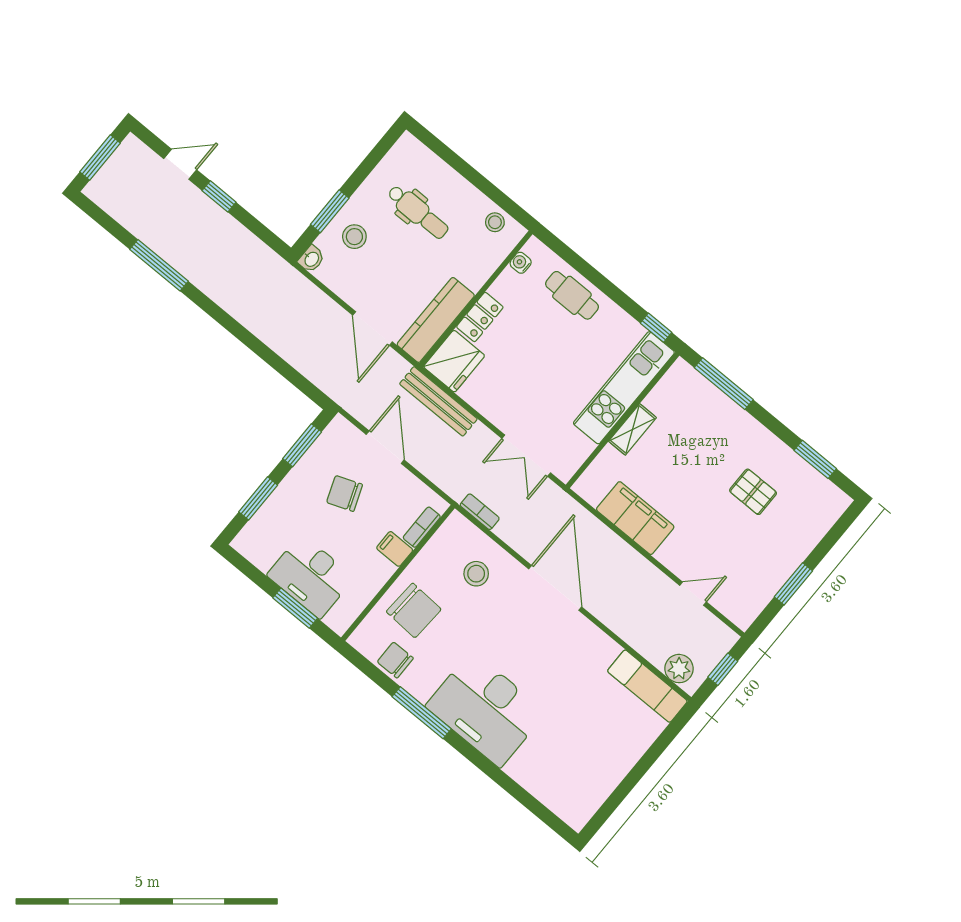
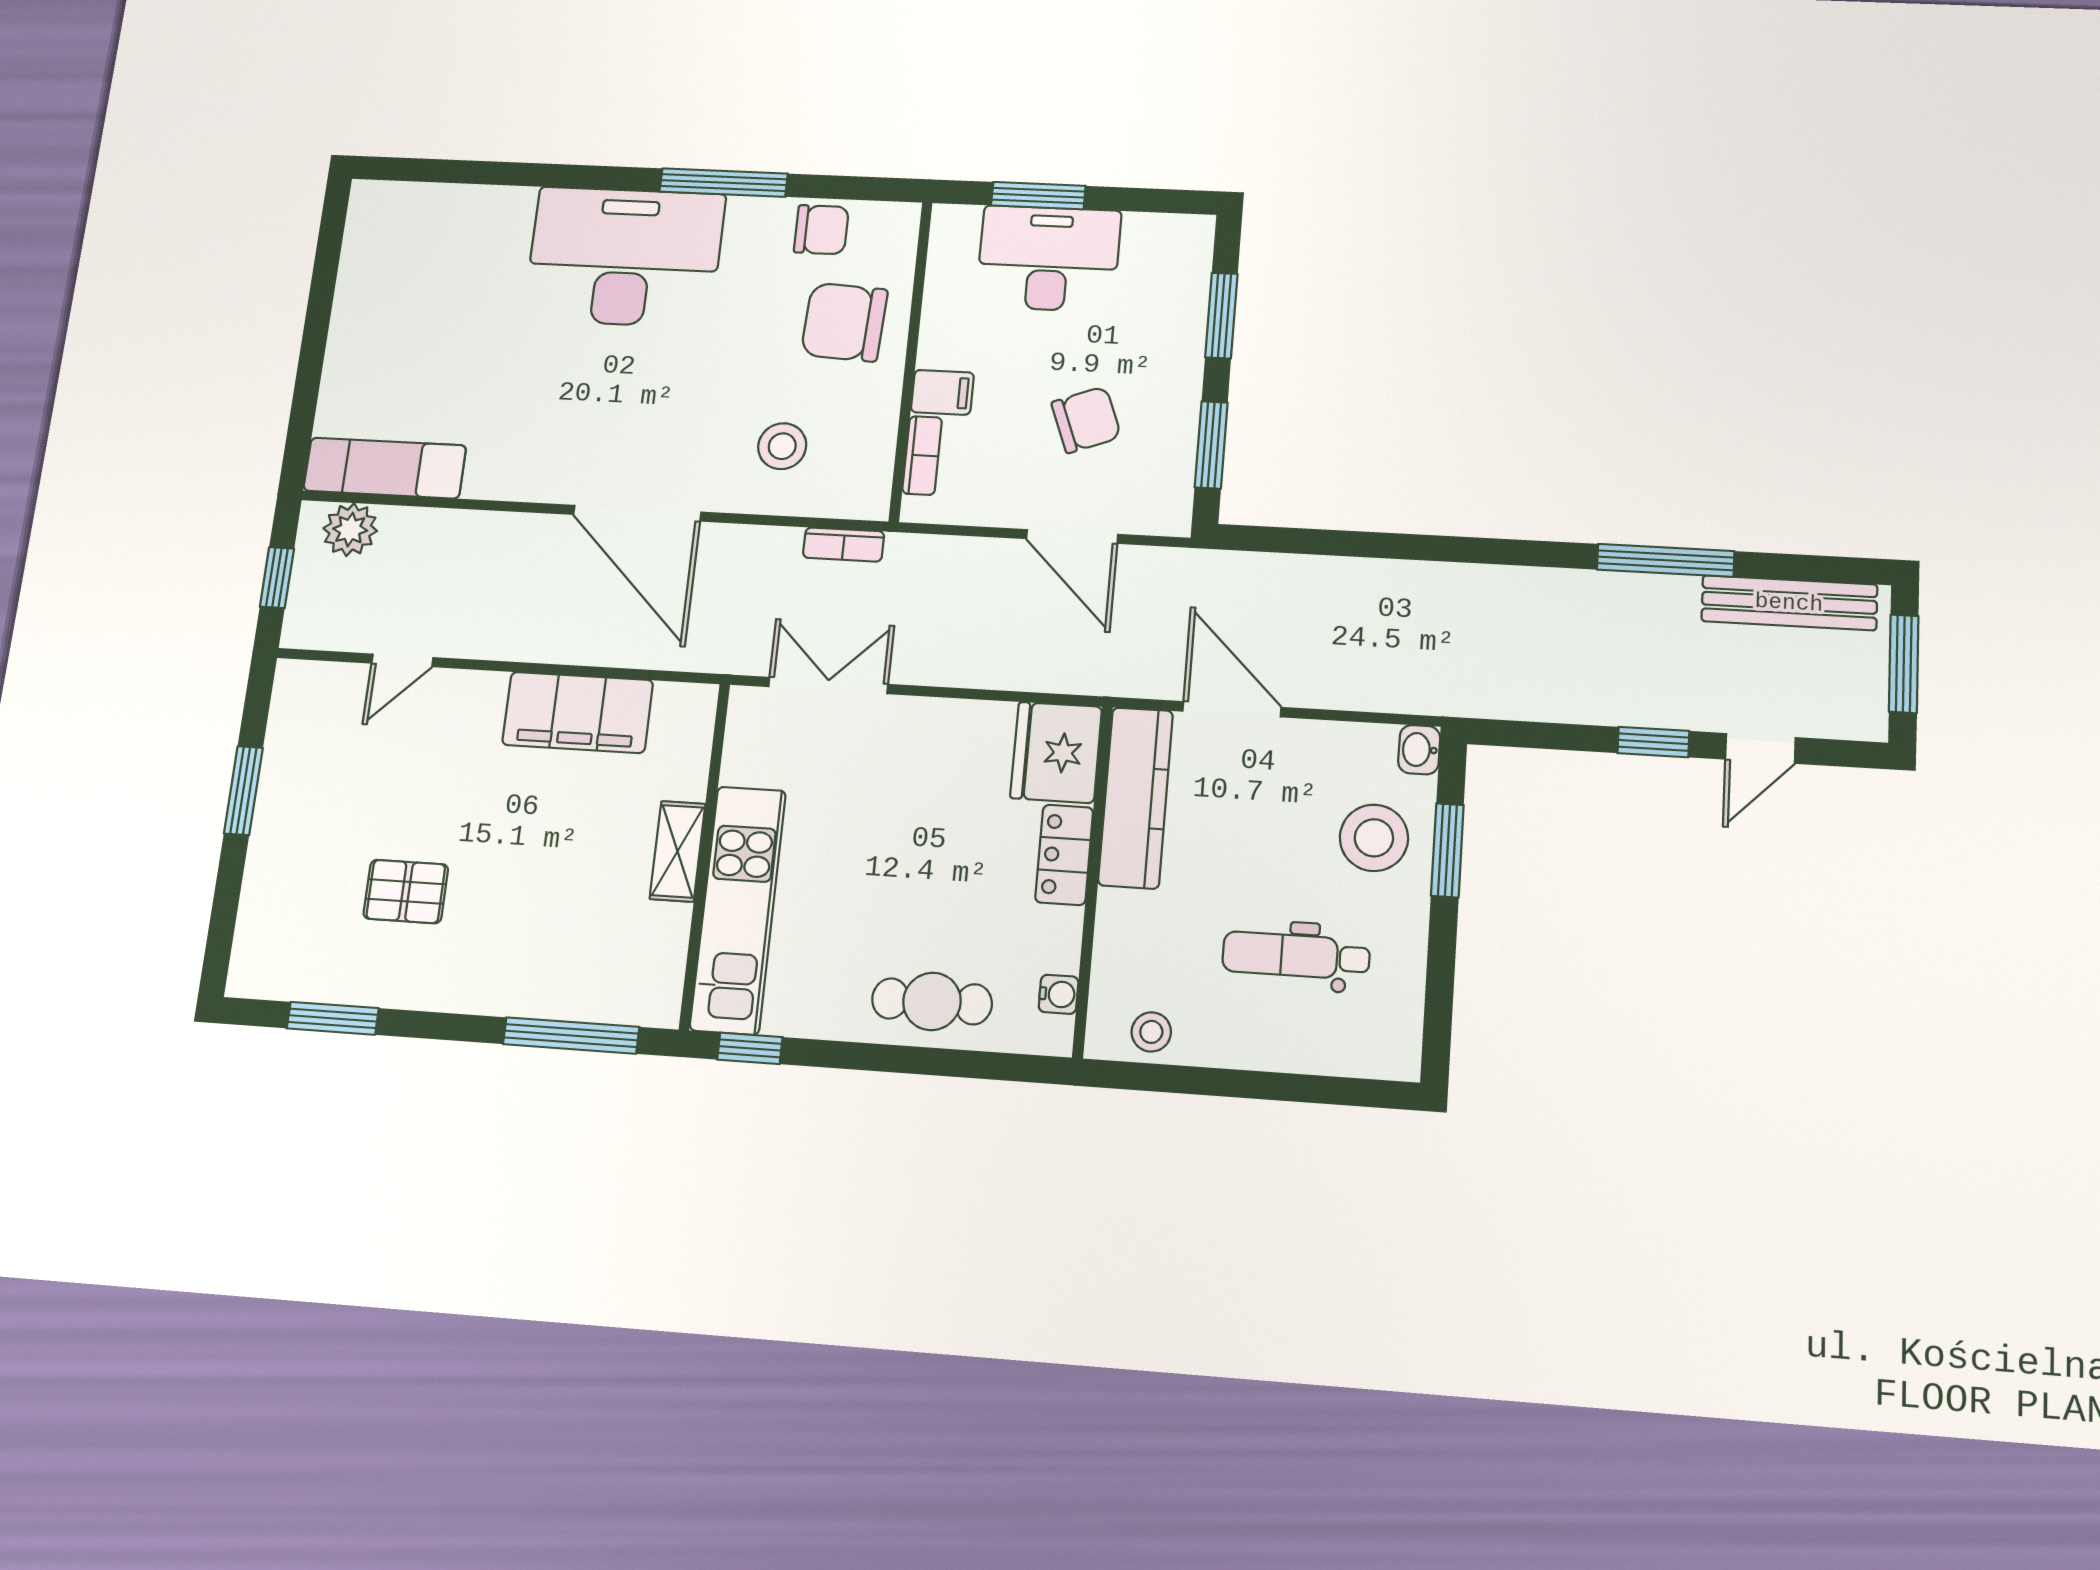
stool: (354, 237) -> (1374, 838), width x1.38, depth x1.38
bench: (438, 401) -> (1789, 603), moved

